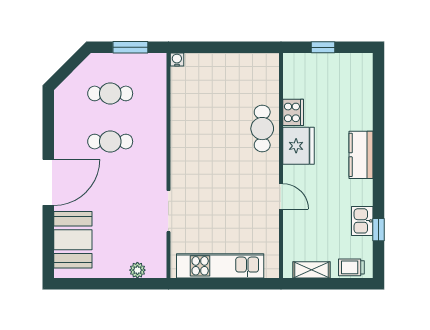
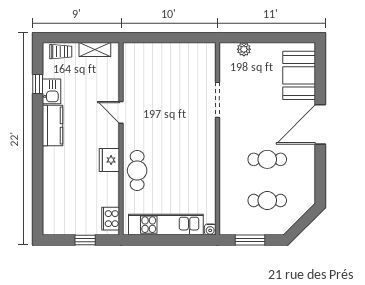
cooker: (293, 112) -> (111, 219), moved
fridge: (299, 146) -> (109, 160), width x0.73, depth x0.75
kitchen counter: (361, 155) -> (53, 126), moved
kitchen unit: (220, 266) -> (166, 225), moved, turned 180

